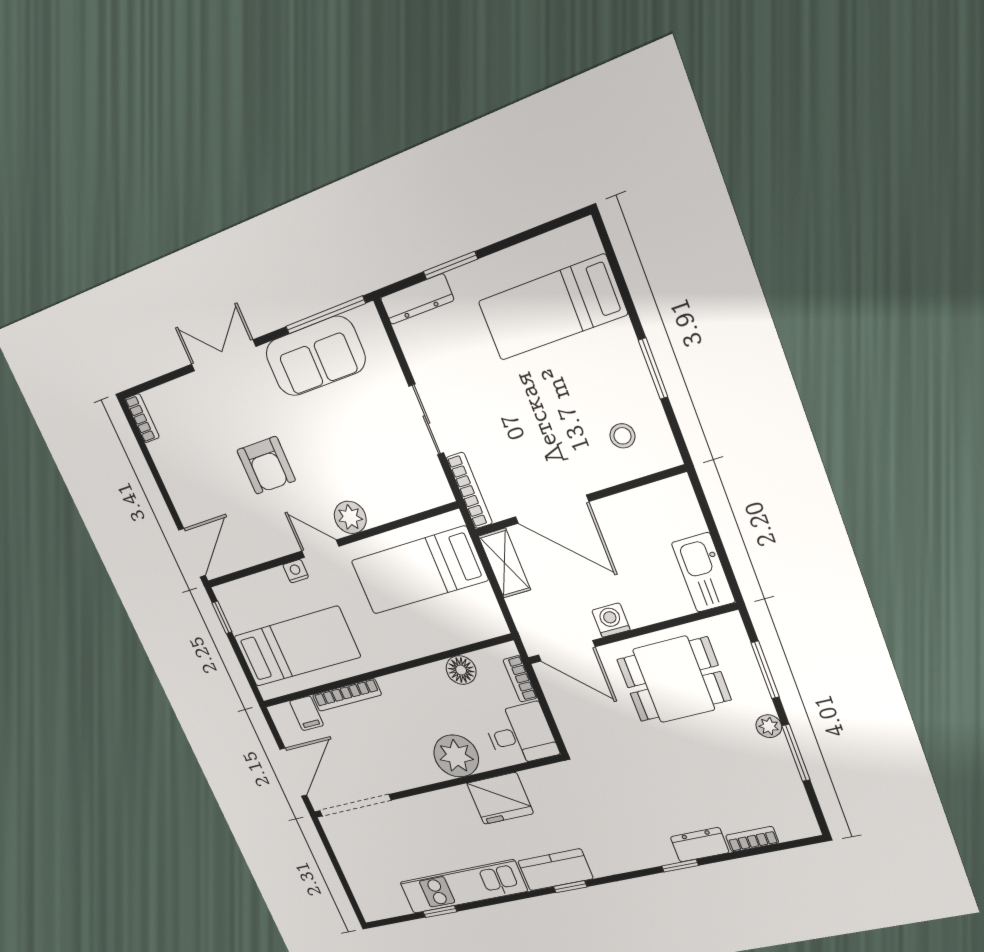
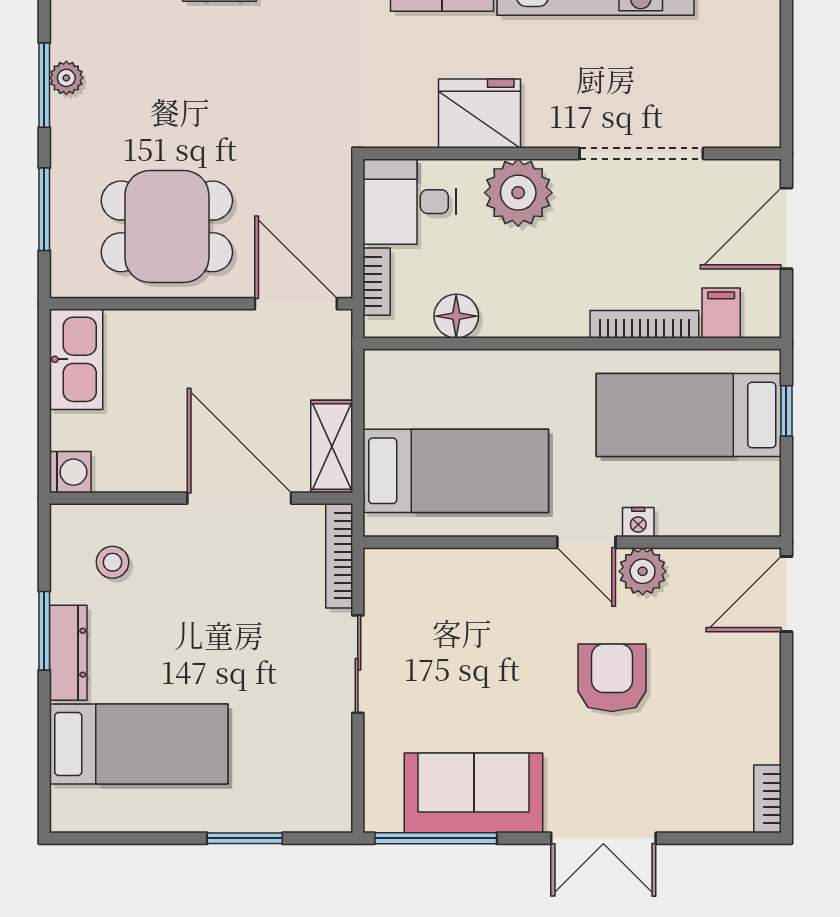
dresser: (417, 299) -> (68, 653), moved, turned 90
plant: (350, 517) -> (643, 571), moved
window: (222, 617) -> (786, 411), moved
washing machine: (611, 620) -> (70, 472), moved, turned -90
plant: (769, 726) -> (66, 78), moved
doorway: (355, 805) -> (641, 153), moved

